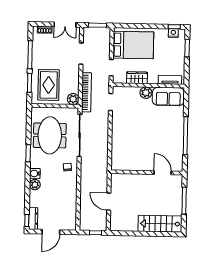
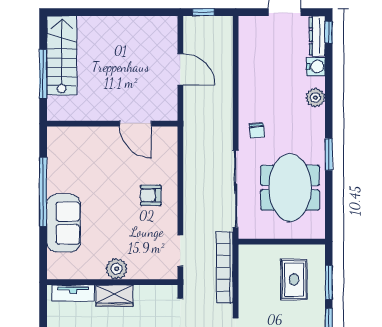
wardrobe: (137, 78) -> (114, 296), moved
rug: (49, 85) -> (294, 280), width x0.73, depth x0.70
sofa: (168, 96) -> (63, 223), moved, turned 90
plant: (73, 99) -> (249, 255), removed
armchair: (126, 133) -> (151, 195), added
water cooler: (35, 173) -> (316, 67), moved
door: (163, 173) -> (135, 124), moved
stairs: (160, 224) -> (62, 55), moved, turned -90

